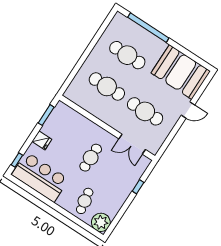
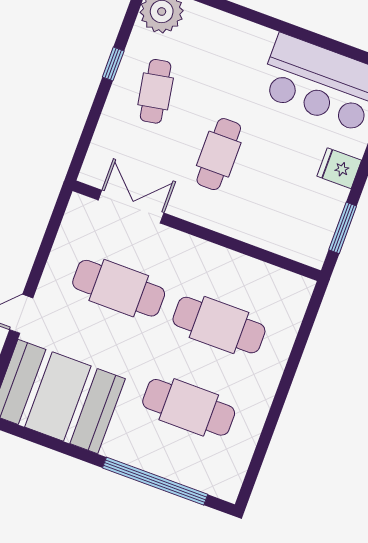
window: (138, 187) -> (113, 64), moved
cafe table: (85, 201) -> (156, 91), moved

